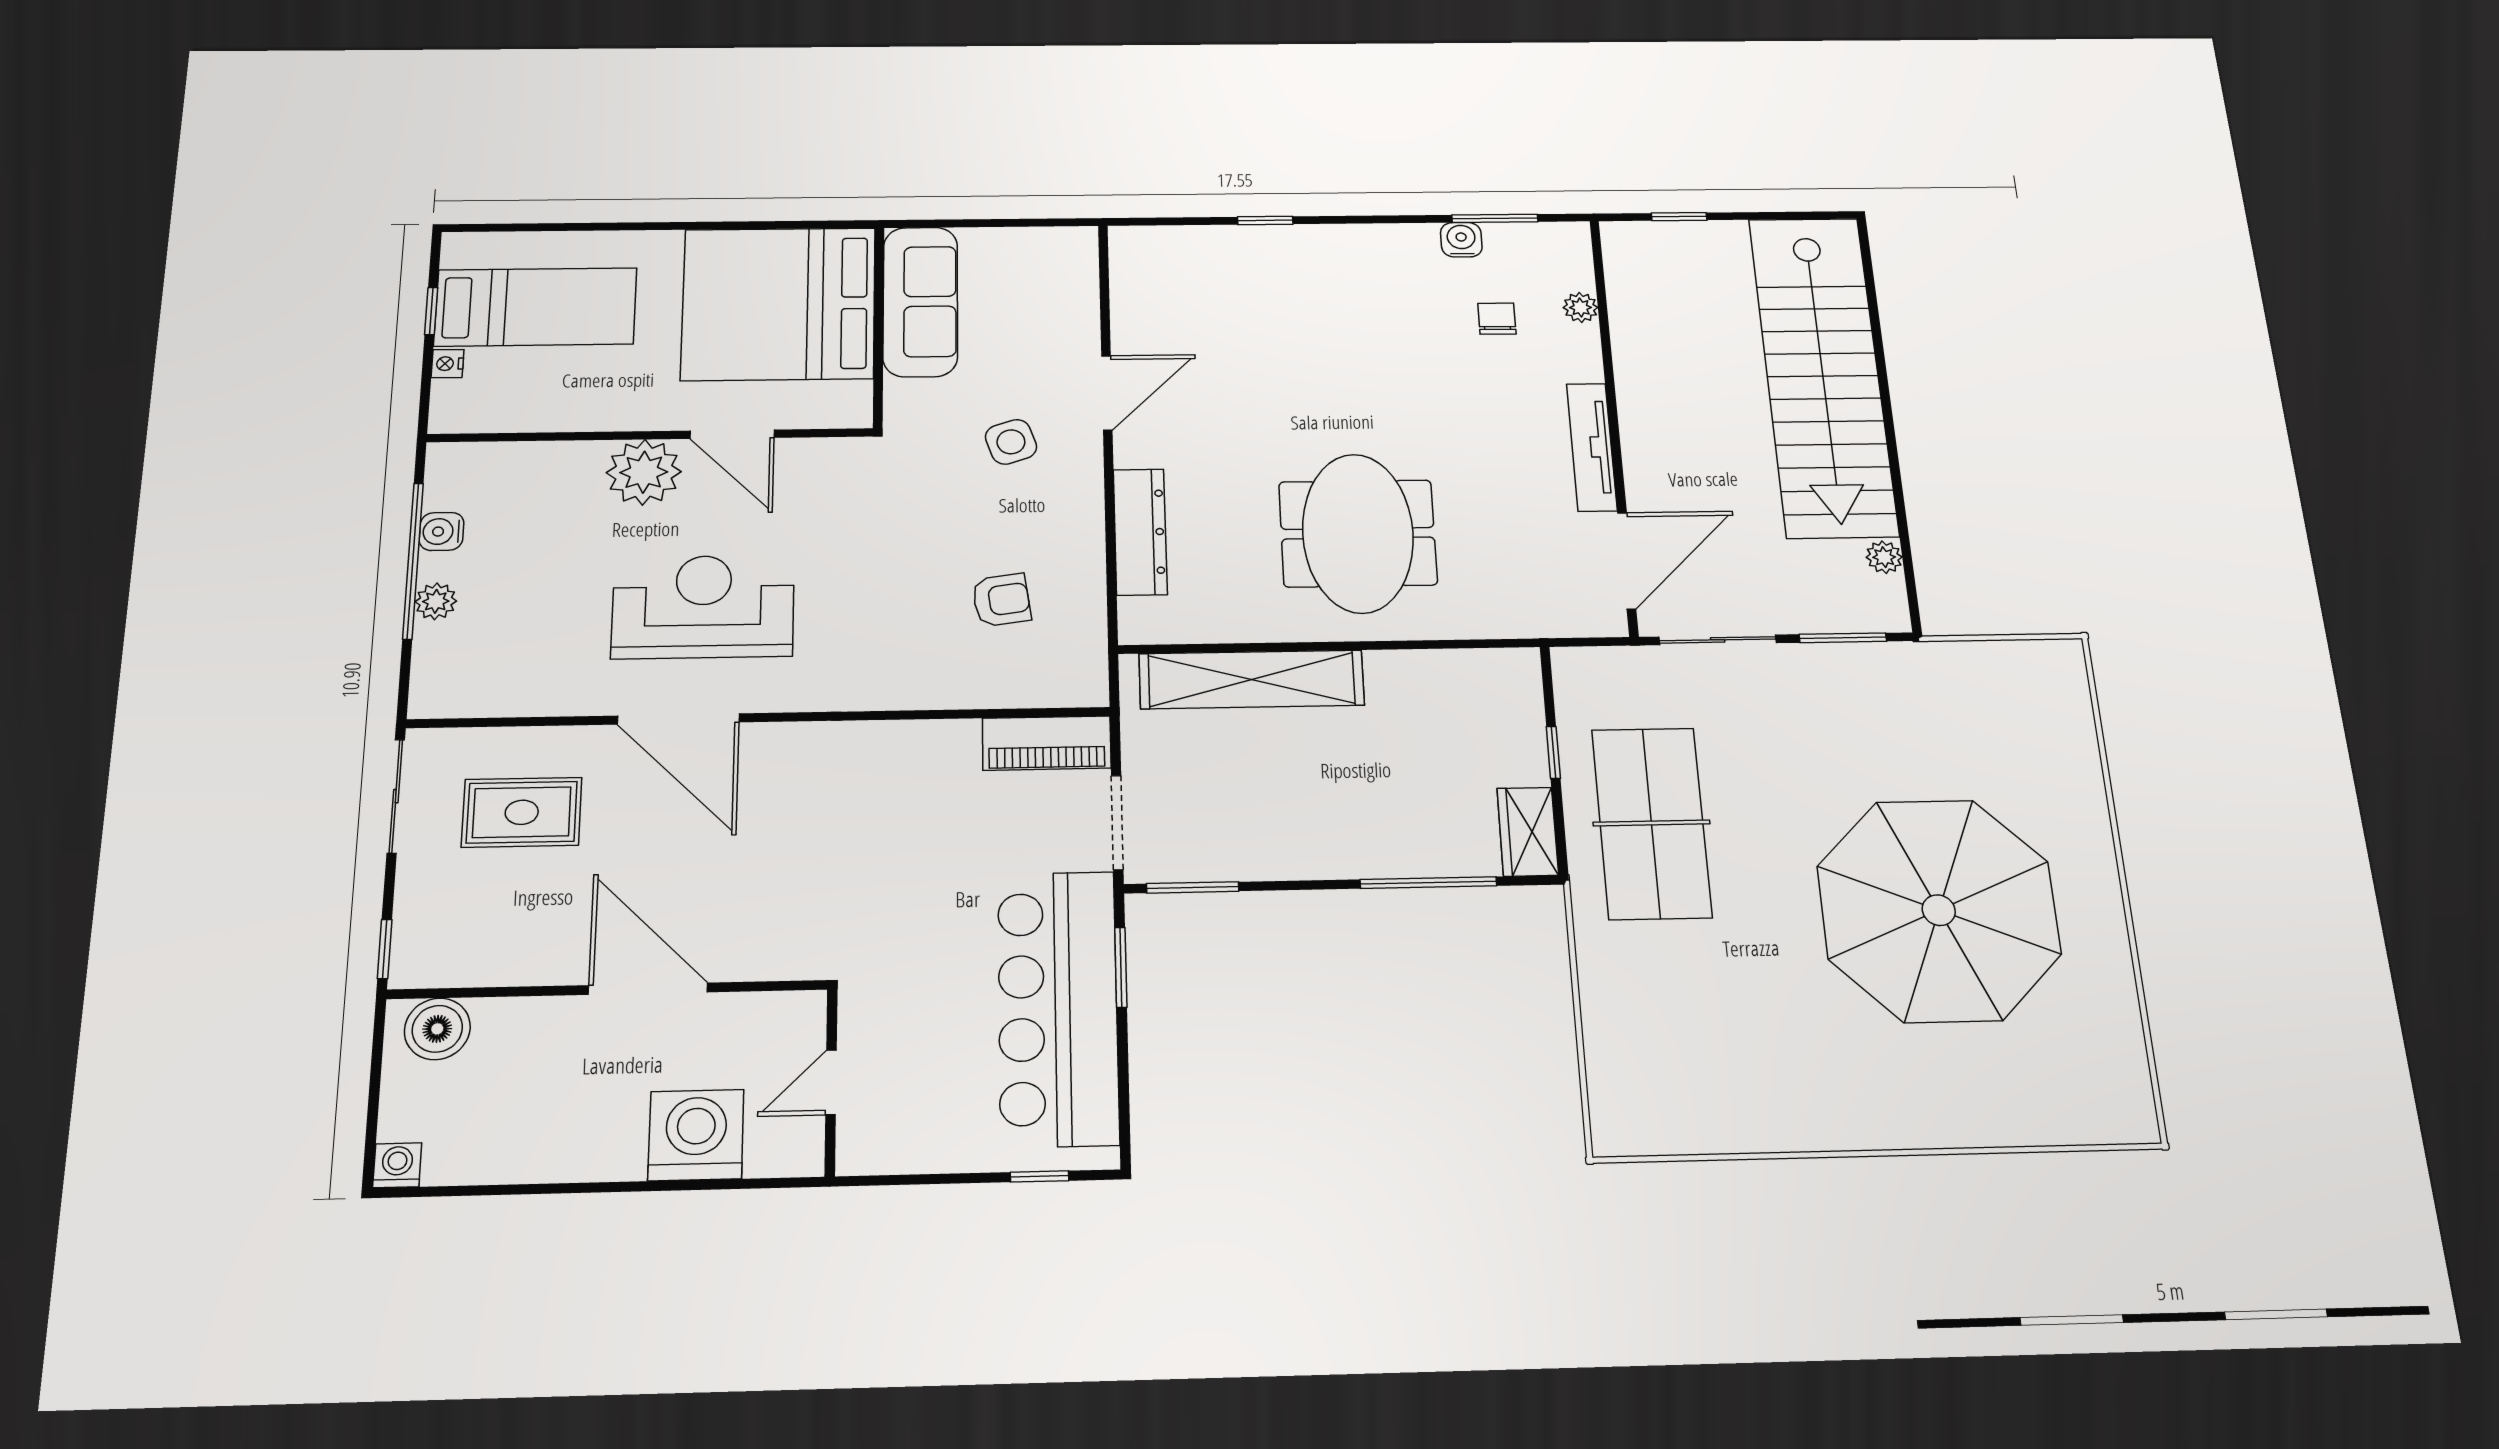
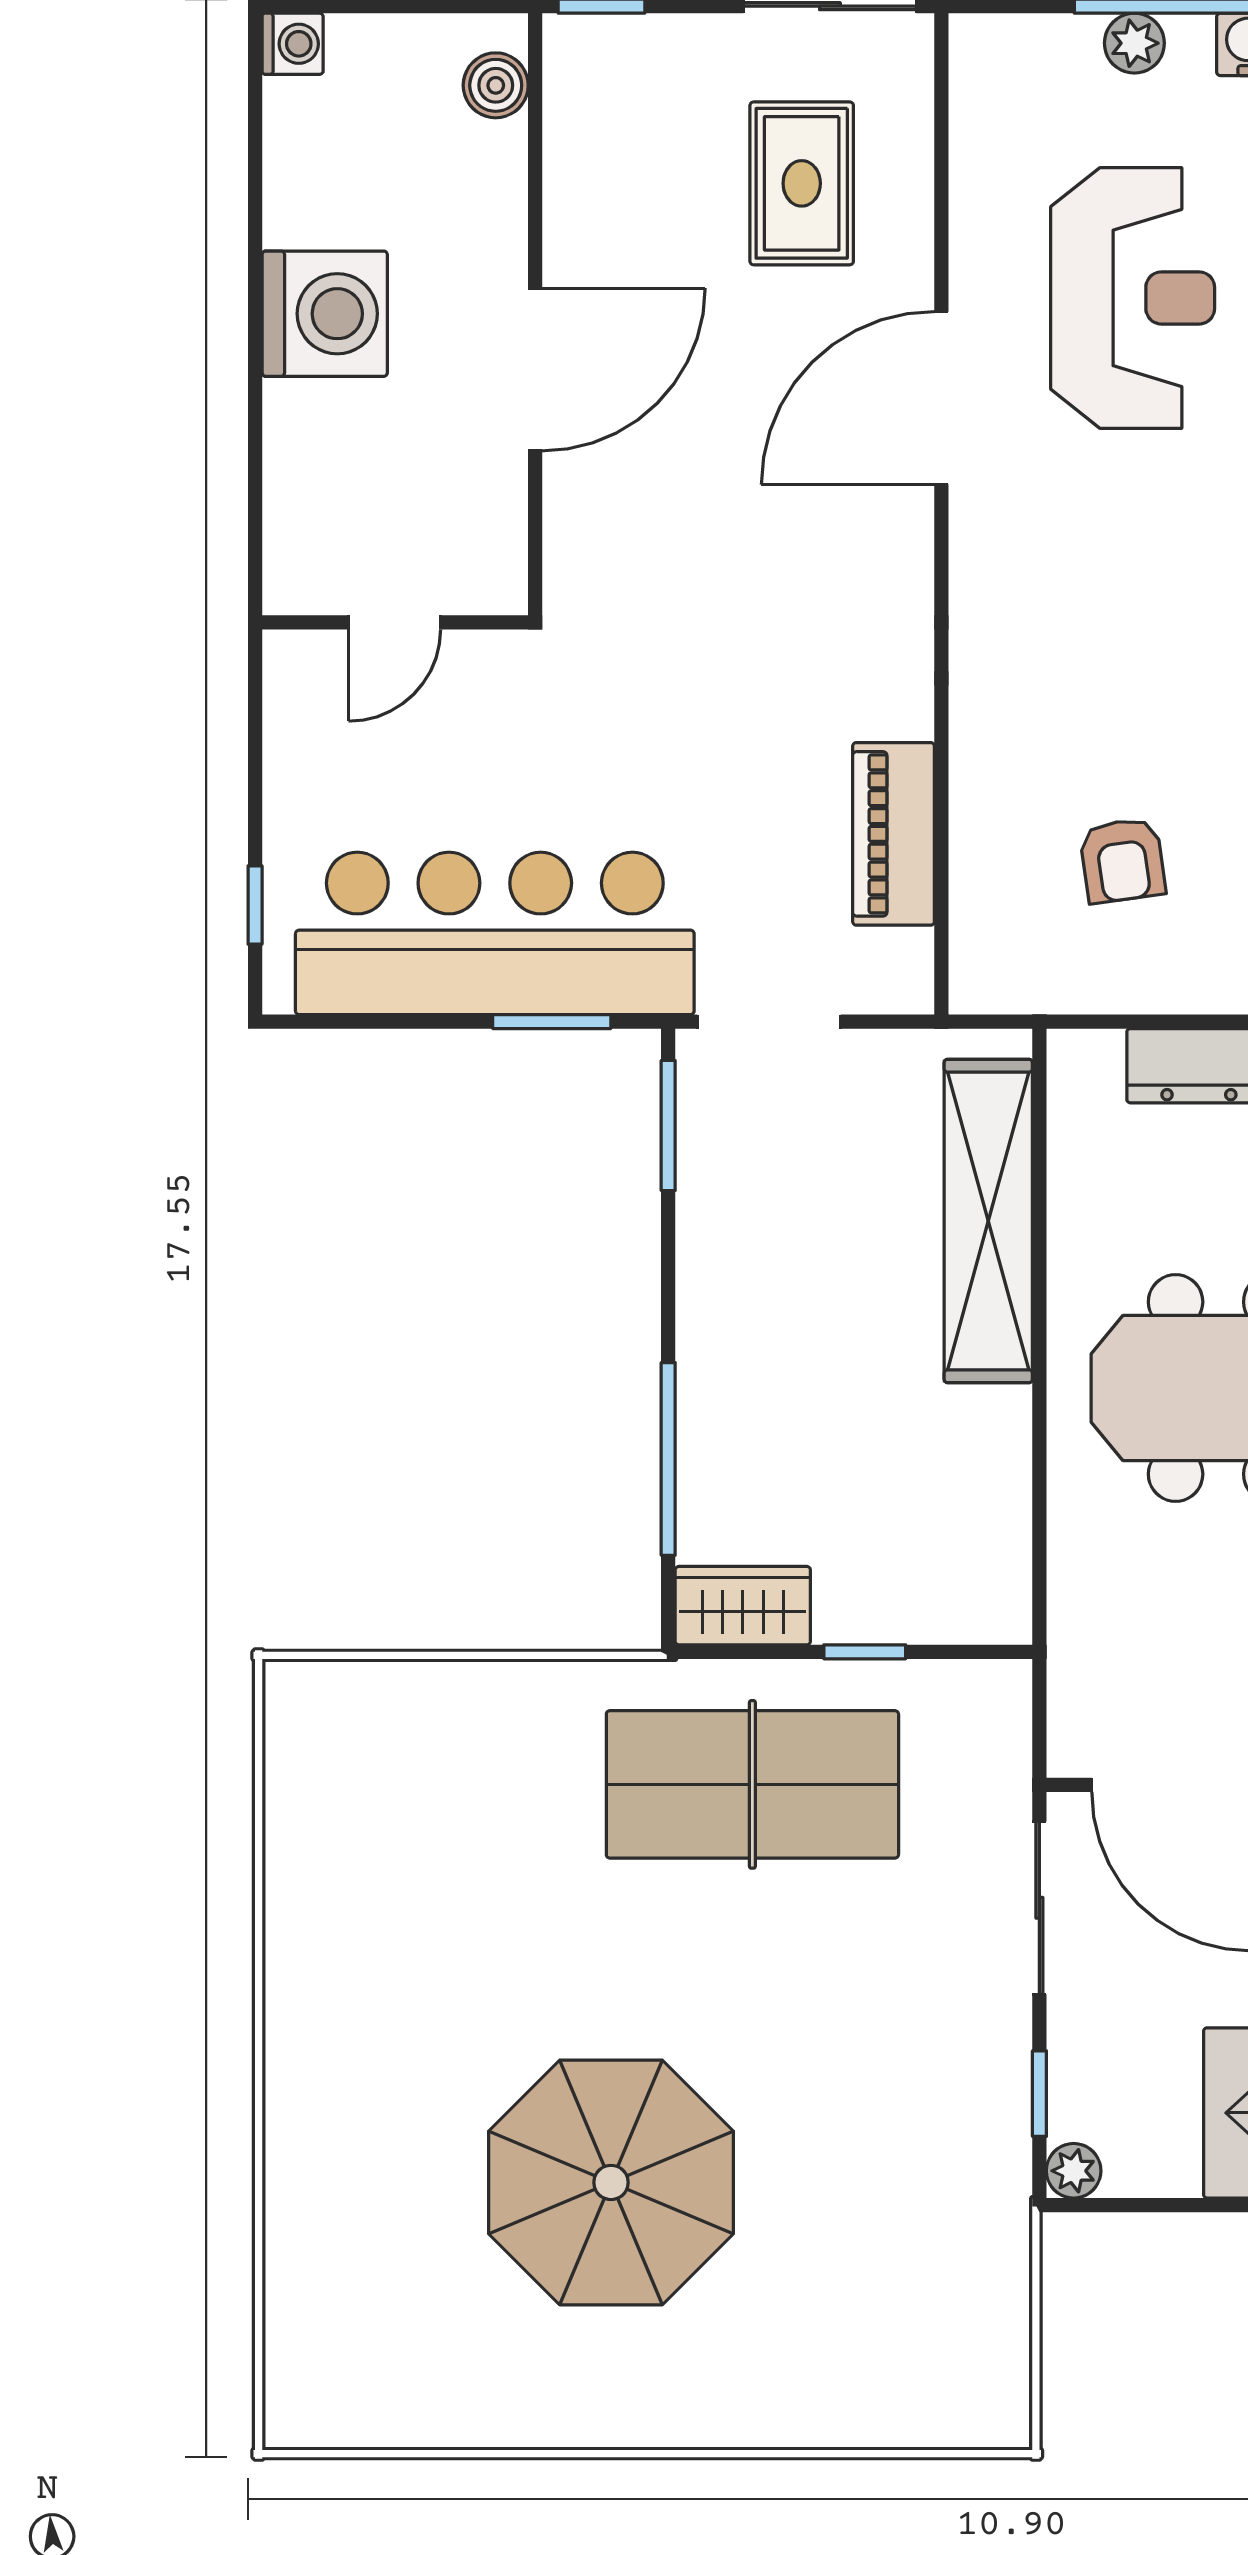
plant: (1884, 557) -> (1074, 2171), moved
reception desk: (703, 607) -> (1133, 298), moved
window: (1843, 638) -> (1039, 2094), width x0.67
piano: (1047, 743) -> (894, 834), moved
parasol: (1939, 910) -> (611, 2182), width x0.73, depth x0.73
boiler: (437, 1029) -> (496, 85), width x0.73, depth x0.73
door: (831, 1082) -> (395, 622), swing flipped
washing machine: (696, 1135) -> (325, 314), moved

